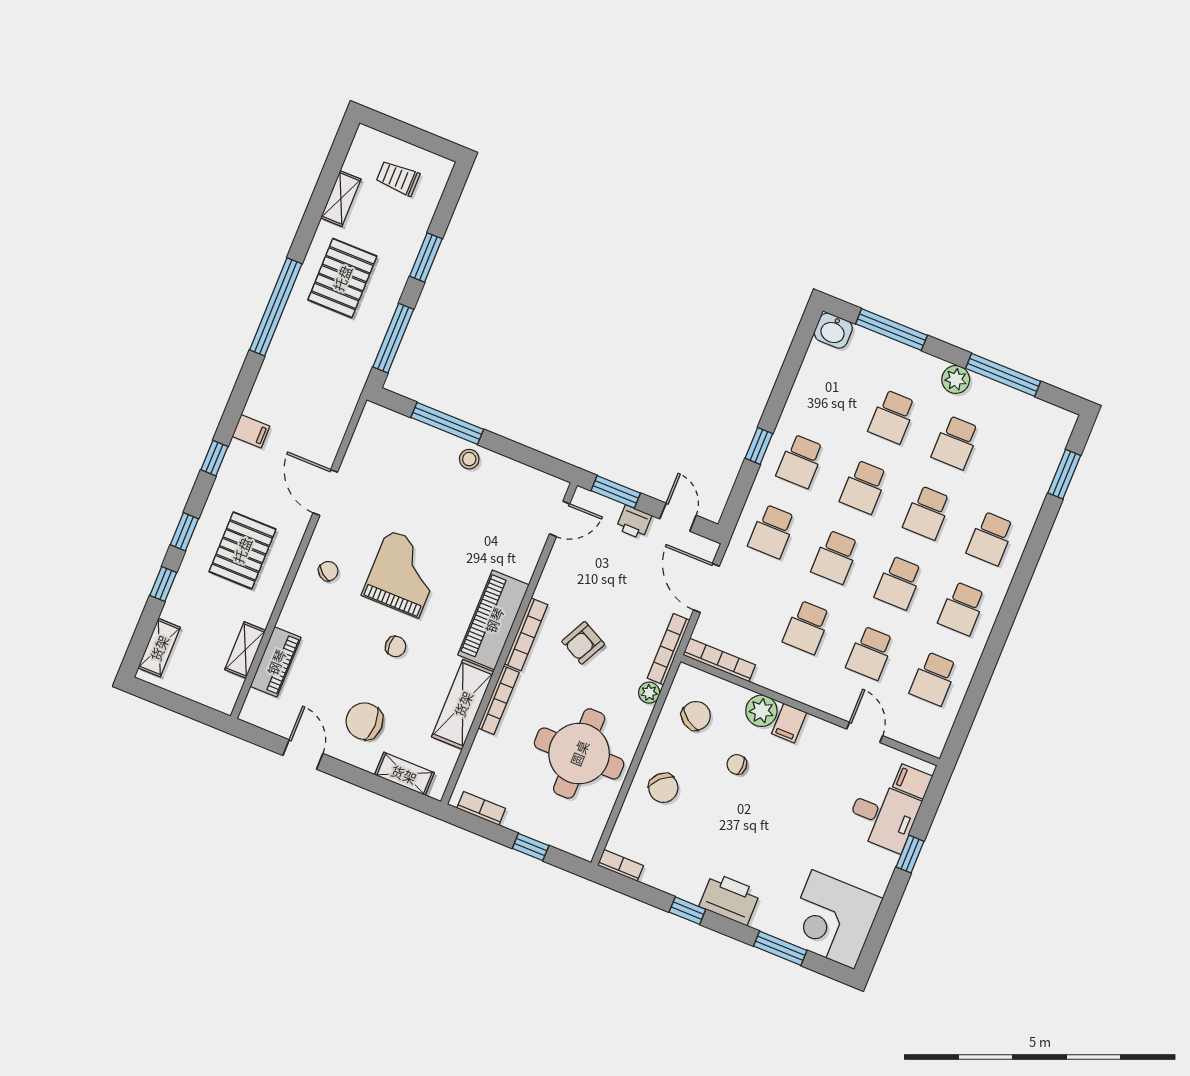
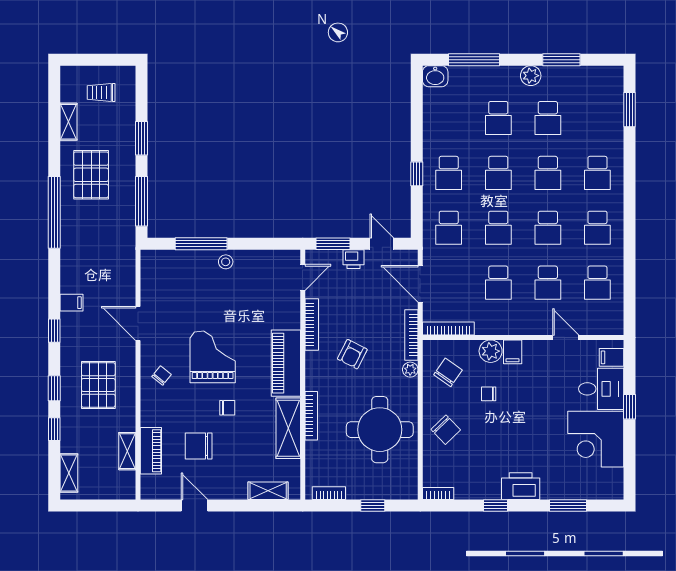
window: (1003, 375) -> (561, 60), width x0.69
bookcase: (526, 634) -> (312, 324), moved
chair: (364, 721) -> (199, 446), moved
corner desk: (833, 920) -> (596, 439), moved

